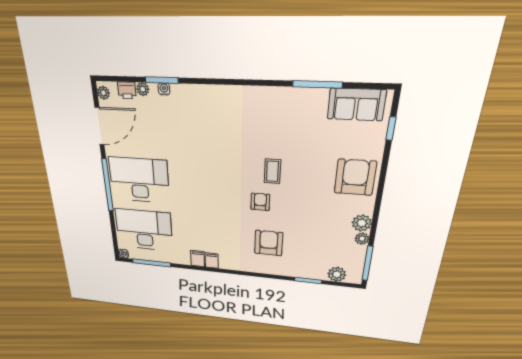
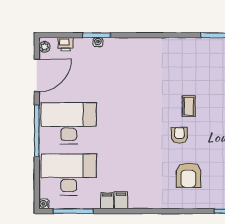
plant: (143, 89) -> (80, 43), removed
armchair: (269, 243) -> (188, 175), turned 180
filing cabinet: (212, 260) -> (107, 201), moved

